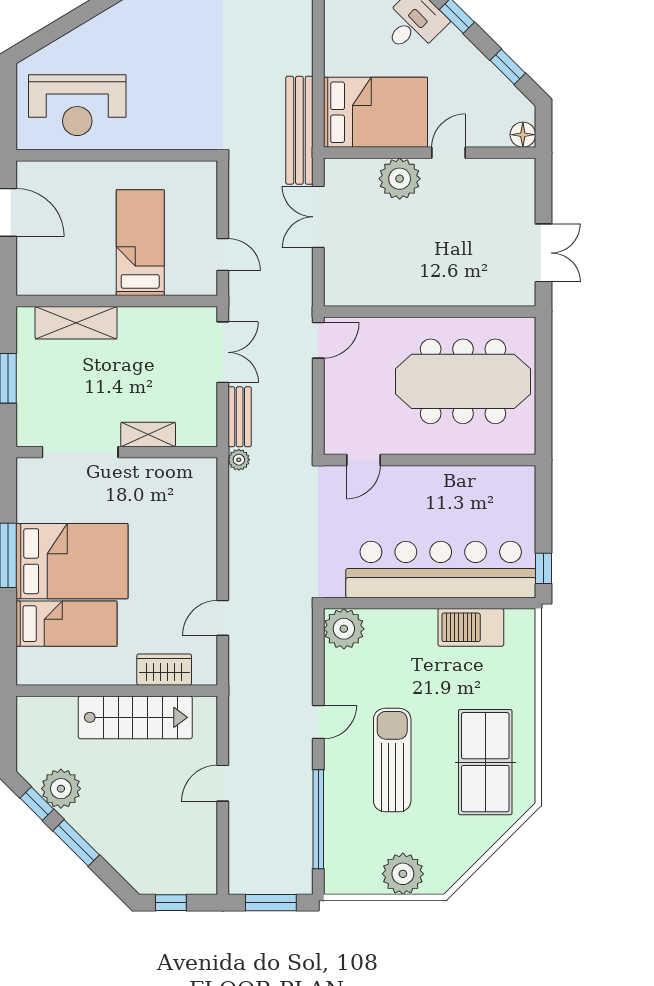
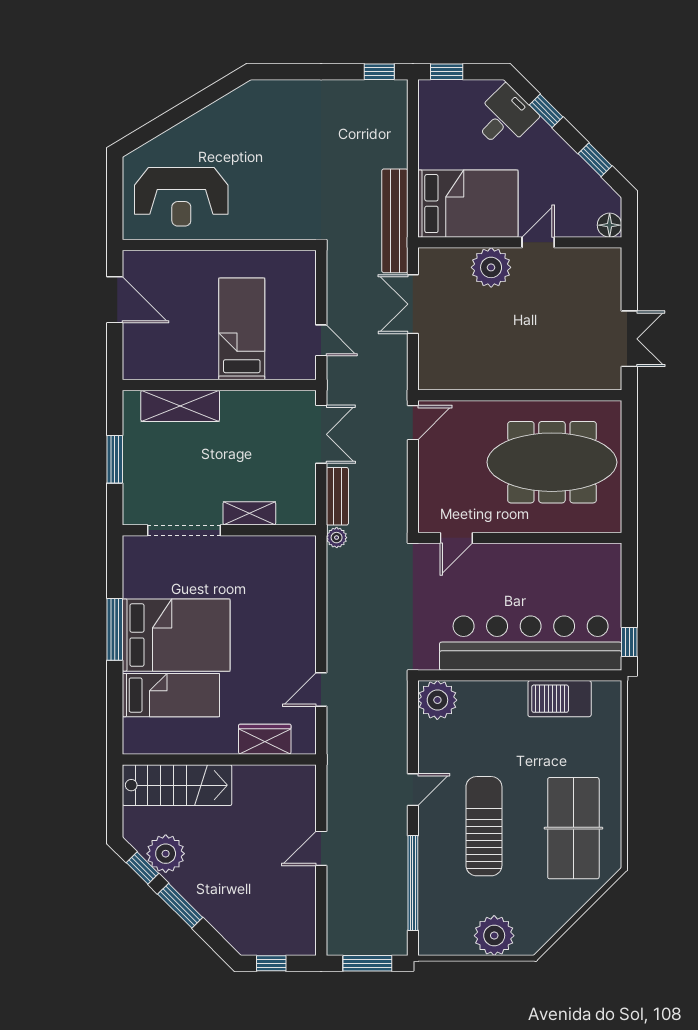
stairs: (135, 717) -> (177, 785), moved

